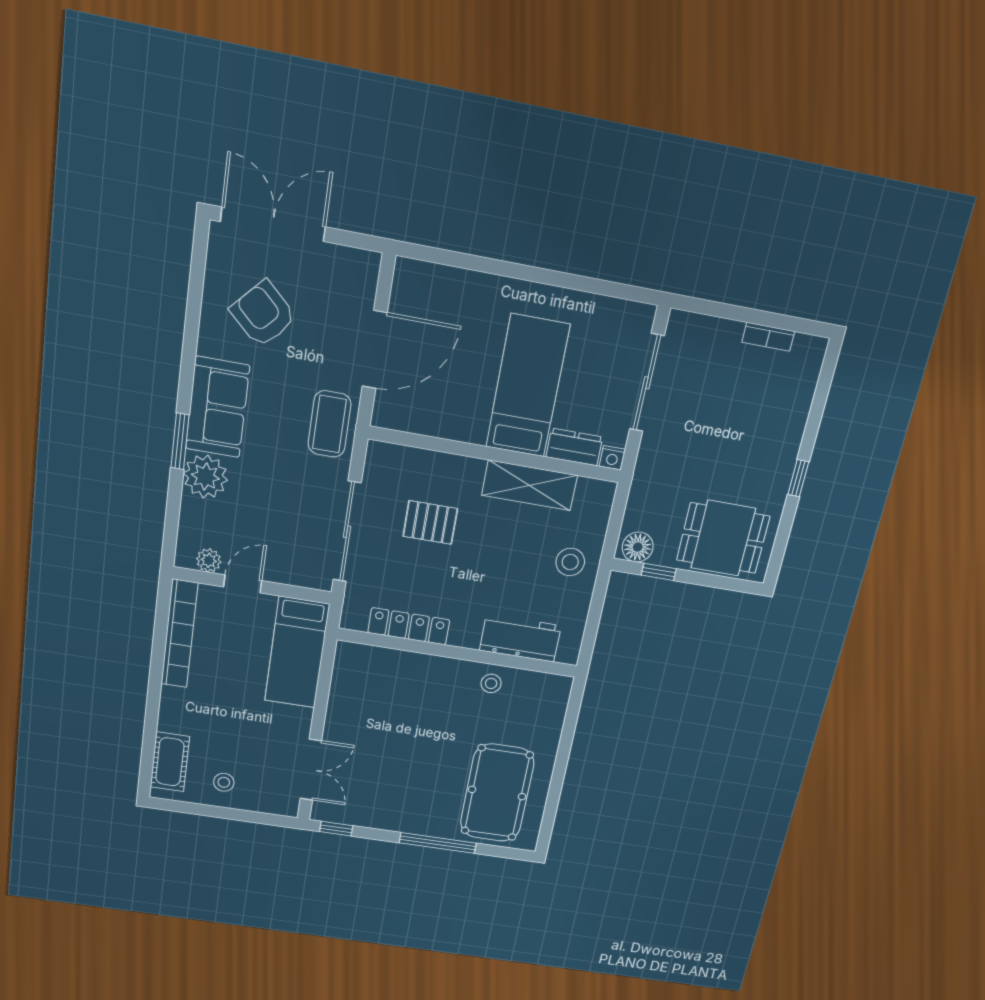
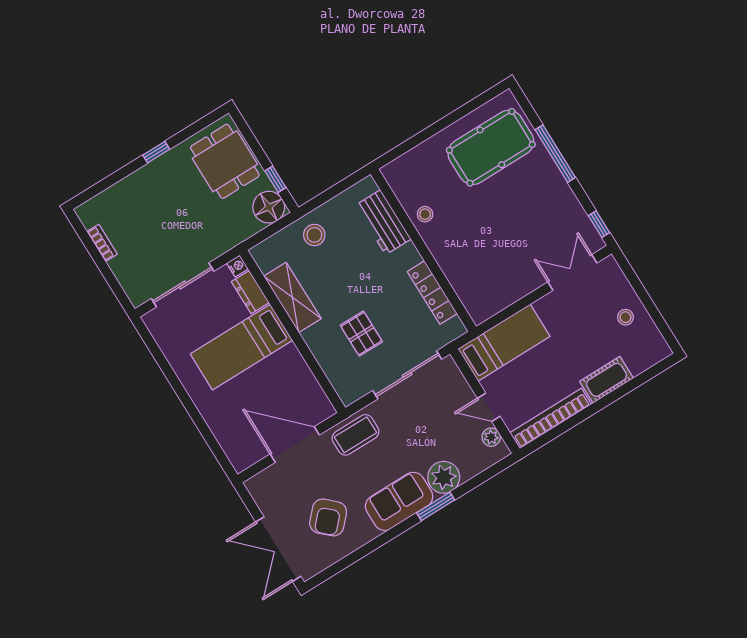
floor lamp: (638, 547) -> (269, 207), width x1.38, depth x1.38
cot: (170, 762) -> (607, 380), moved

